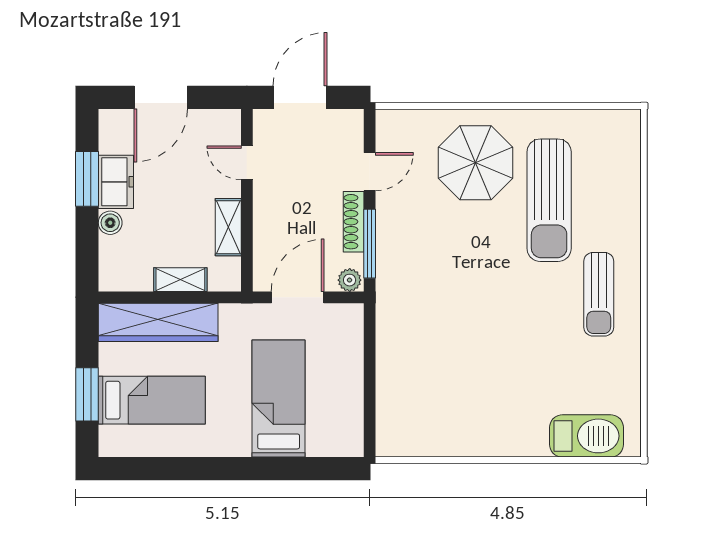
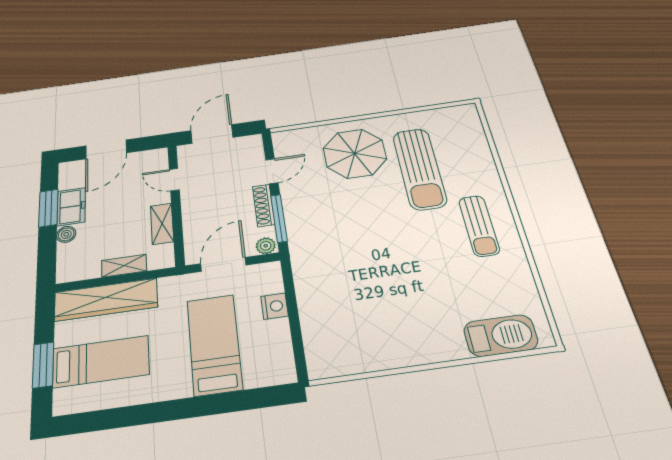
nightstand: (350, 362) -> (274, 306), added

